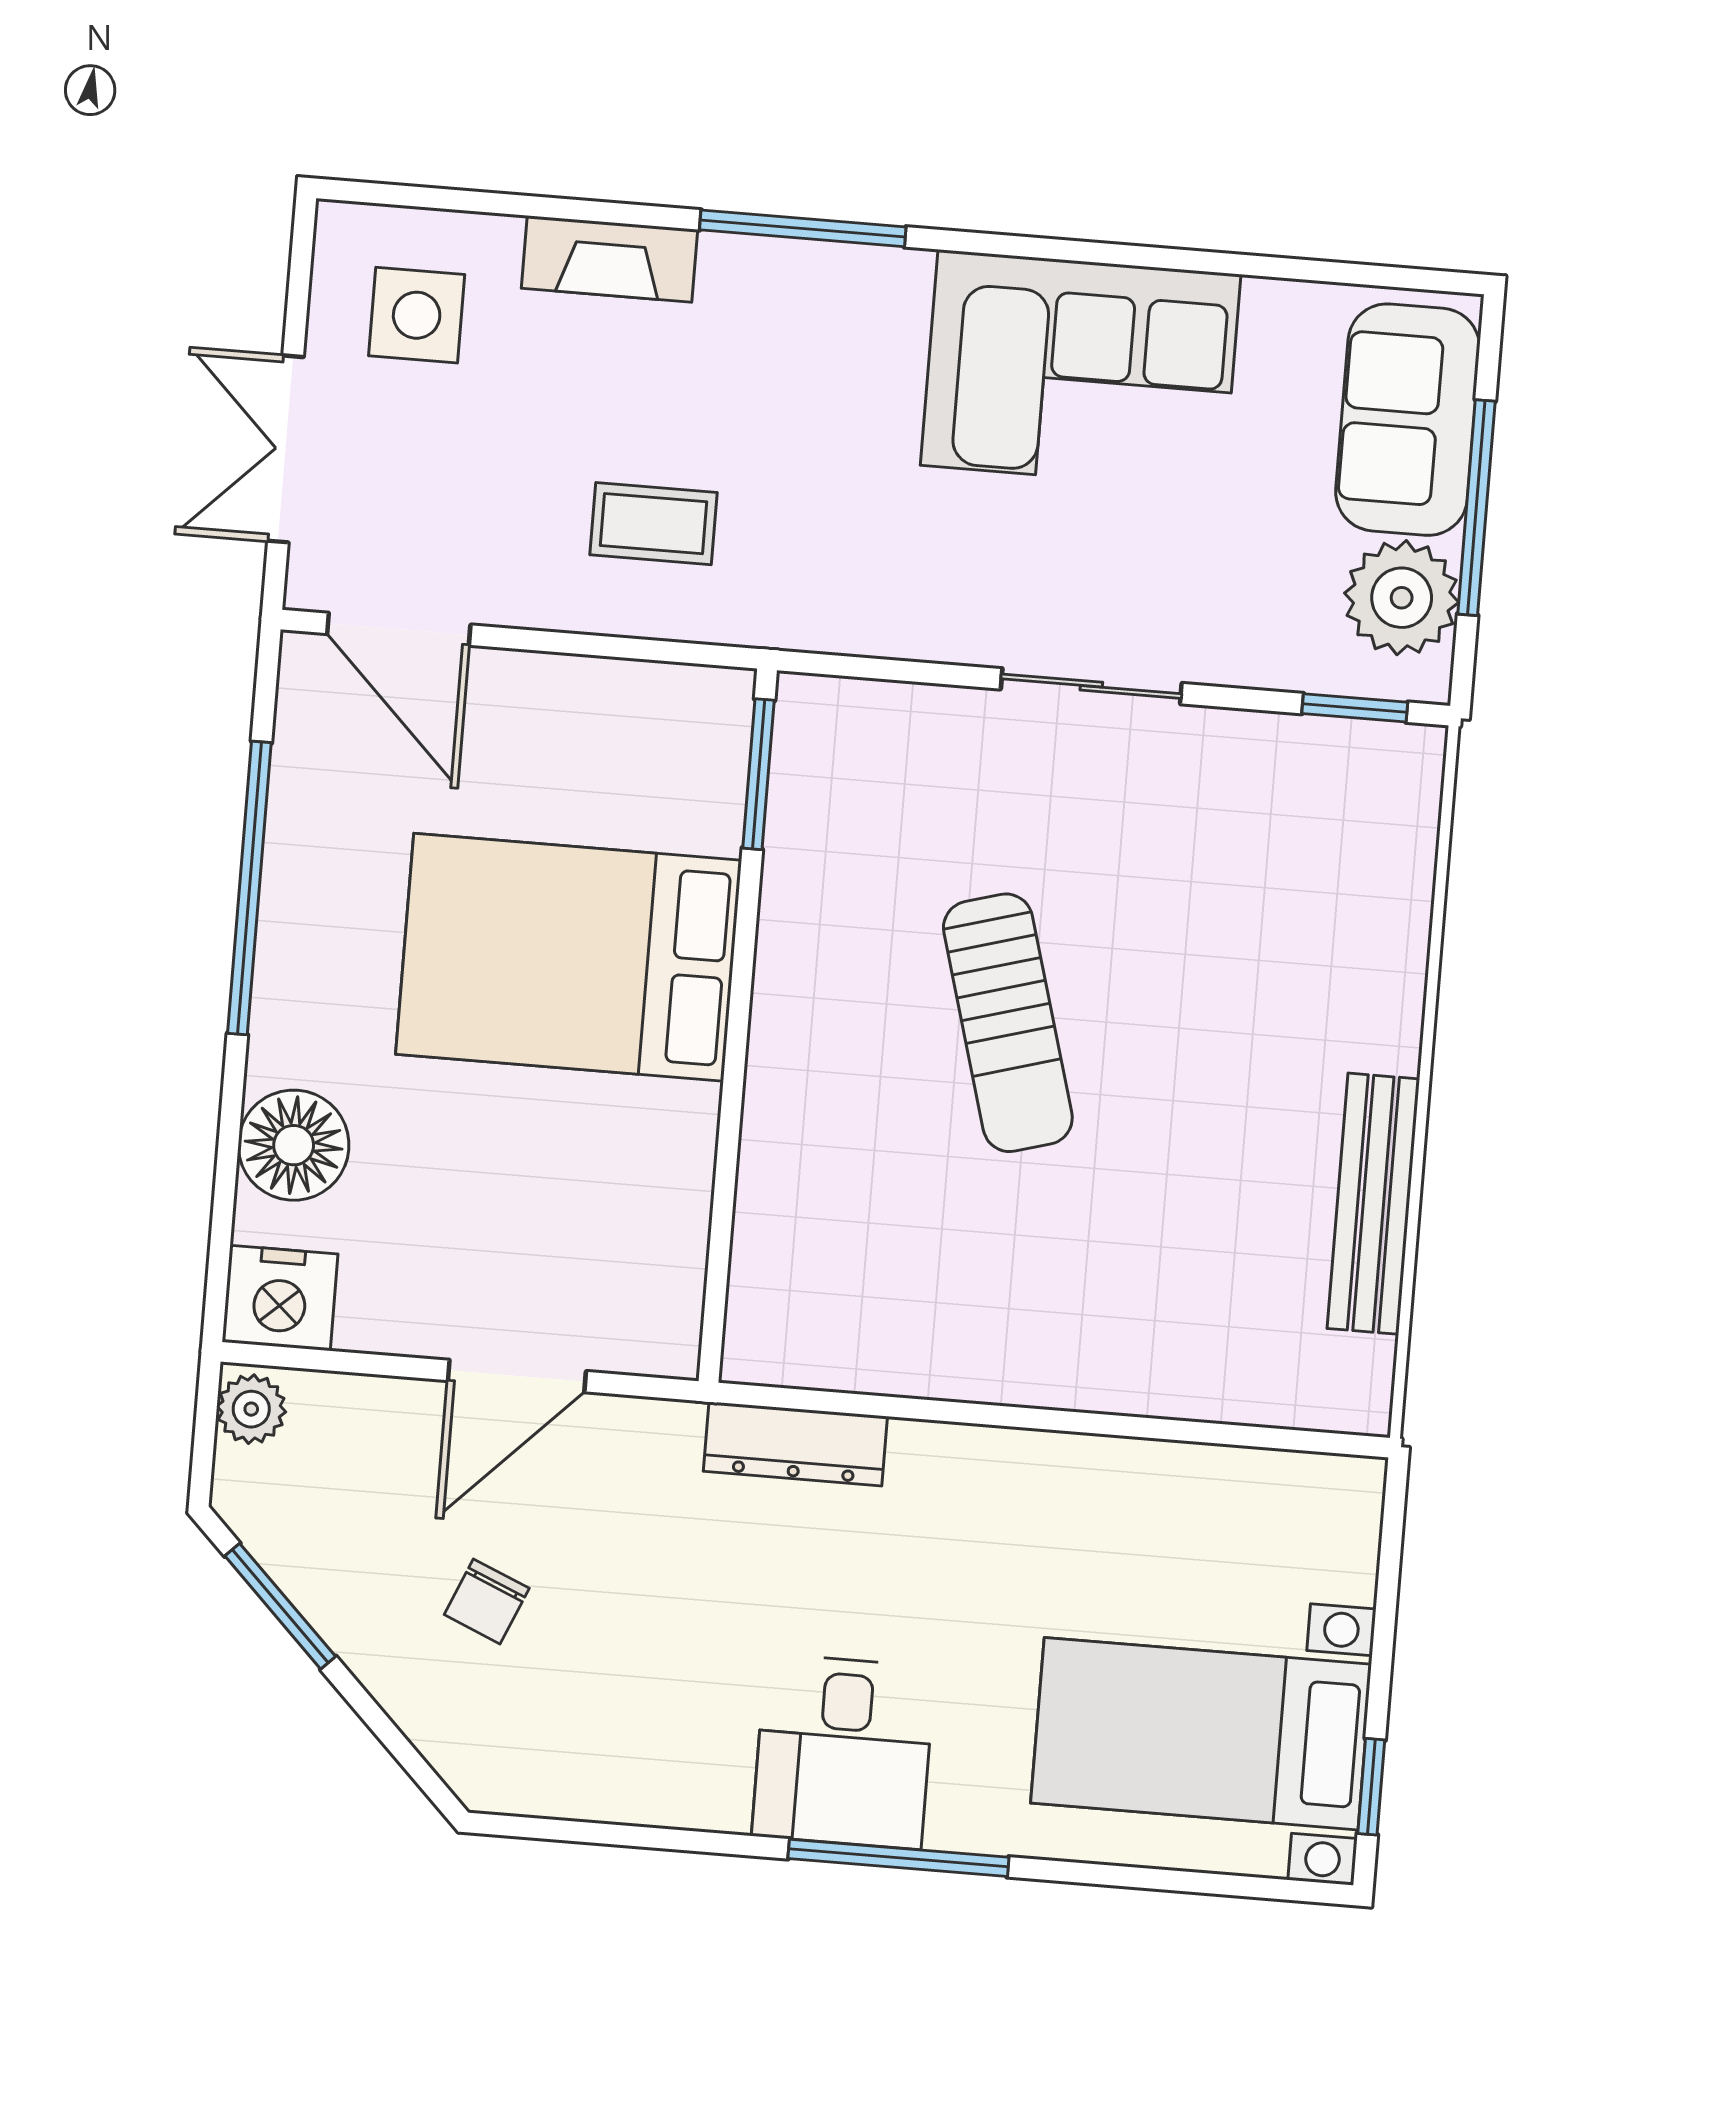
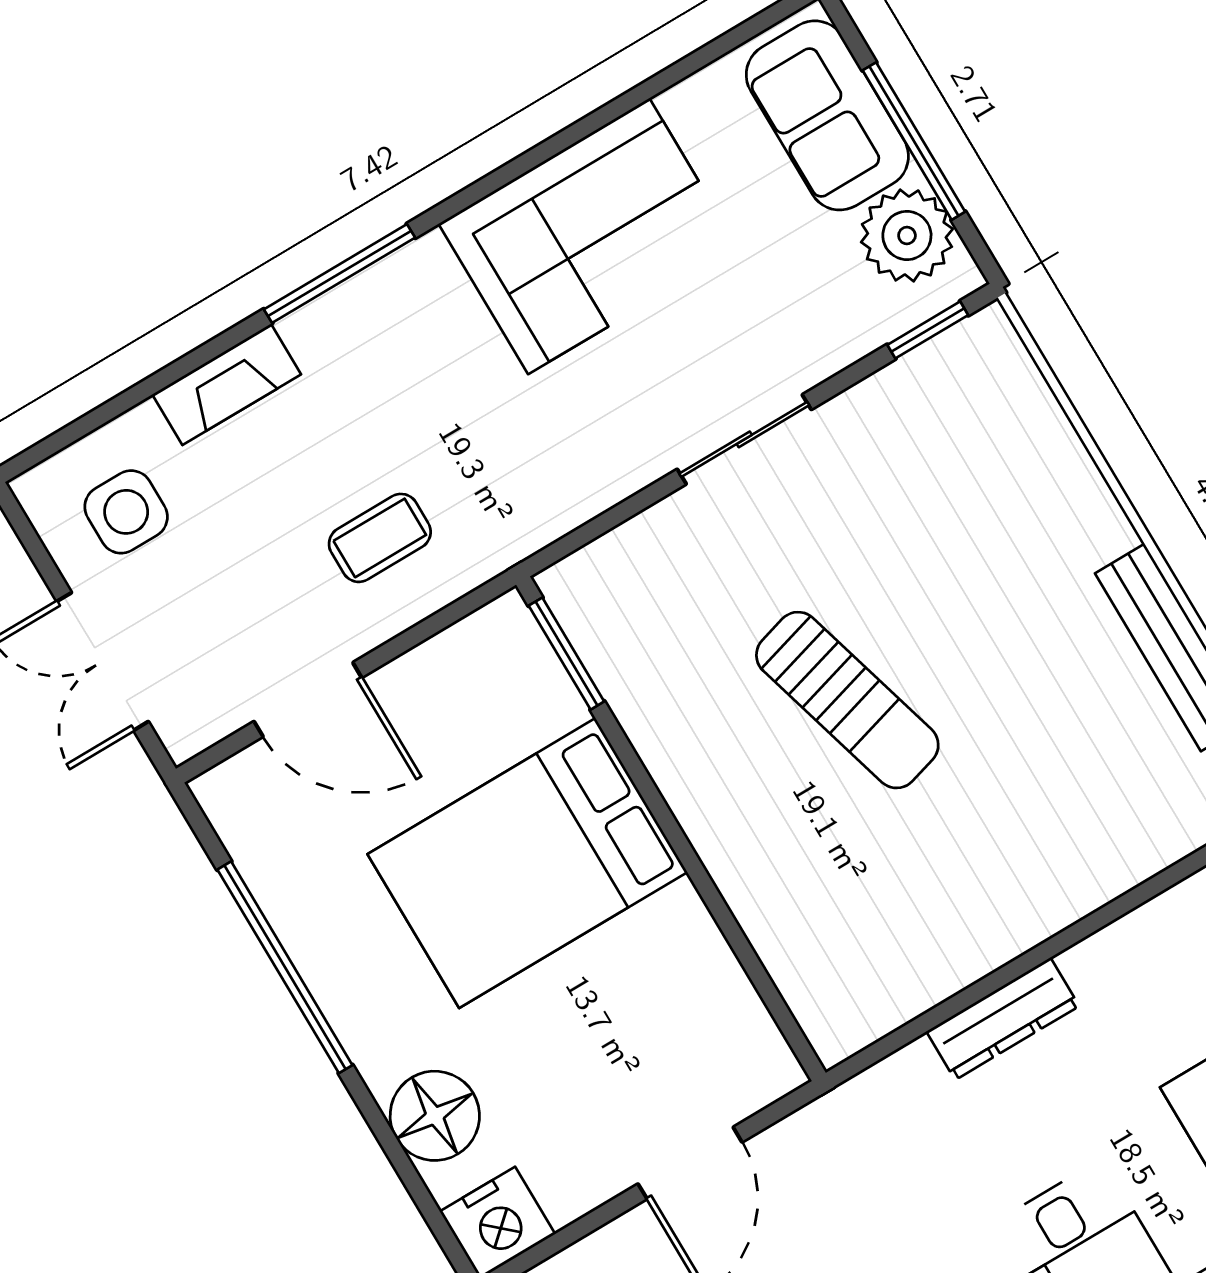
door: (399, 629) -> (308, 699), moved
dresser: (795, 1444) -> (1003, 1019), moved

